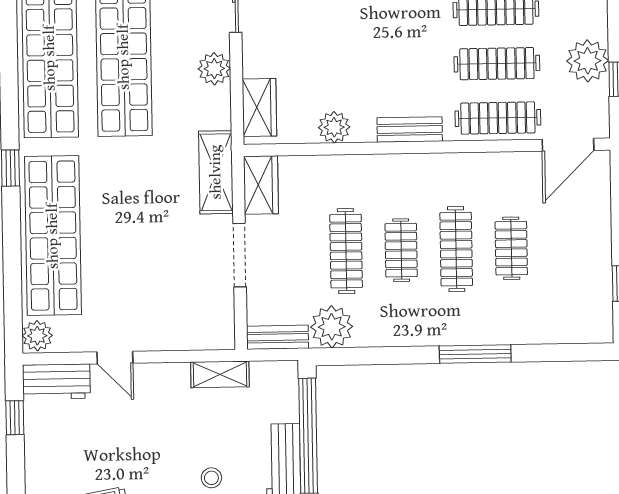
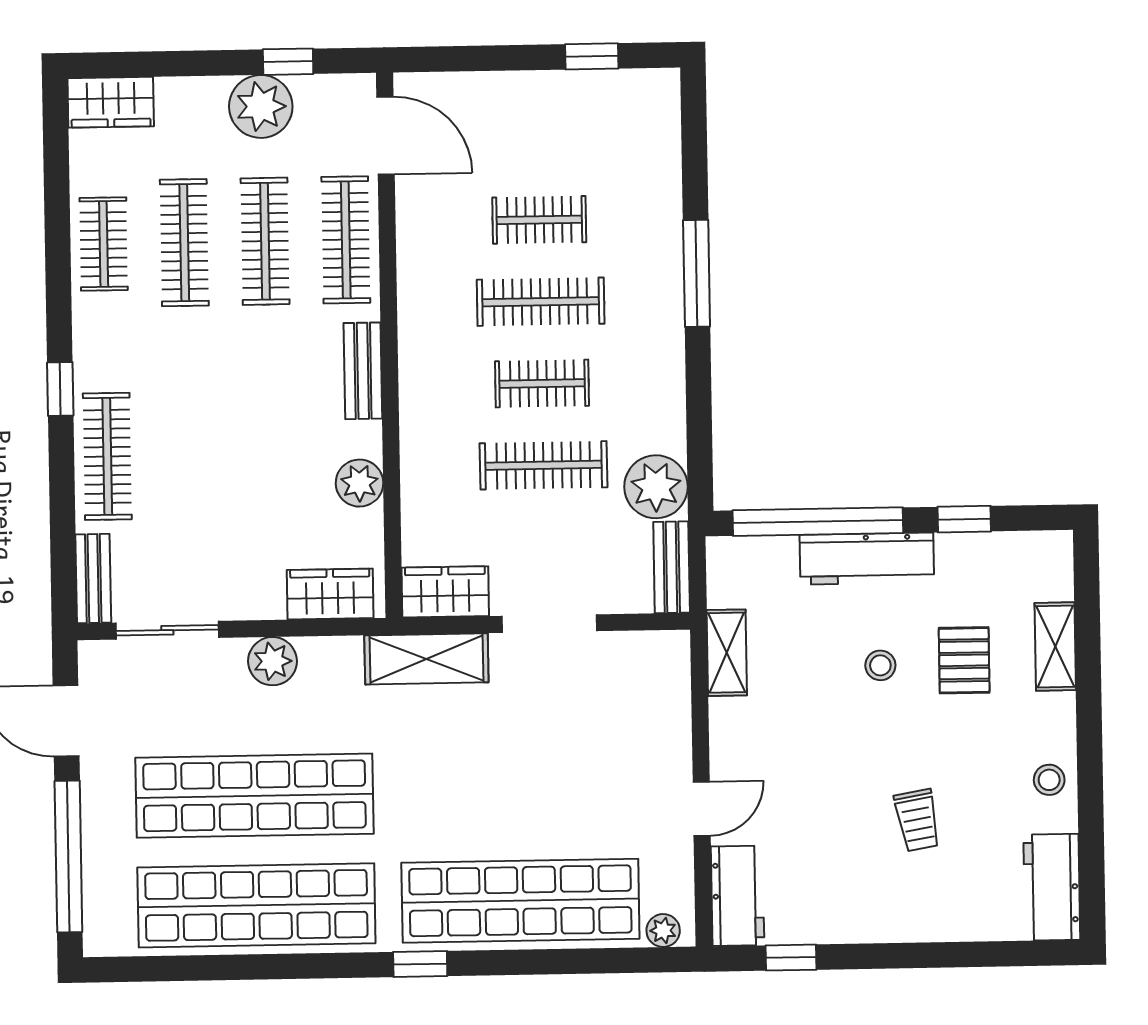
plant: (37, 336) -> (663, 931), width x0.73, depth x0.73

